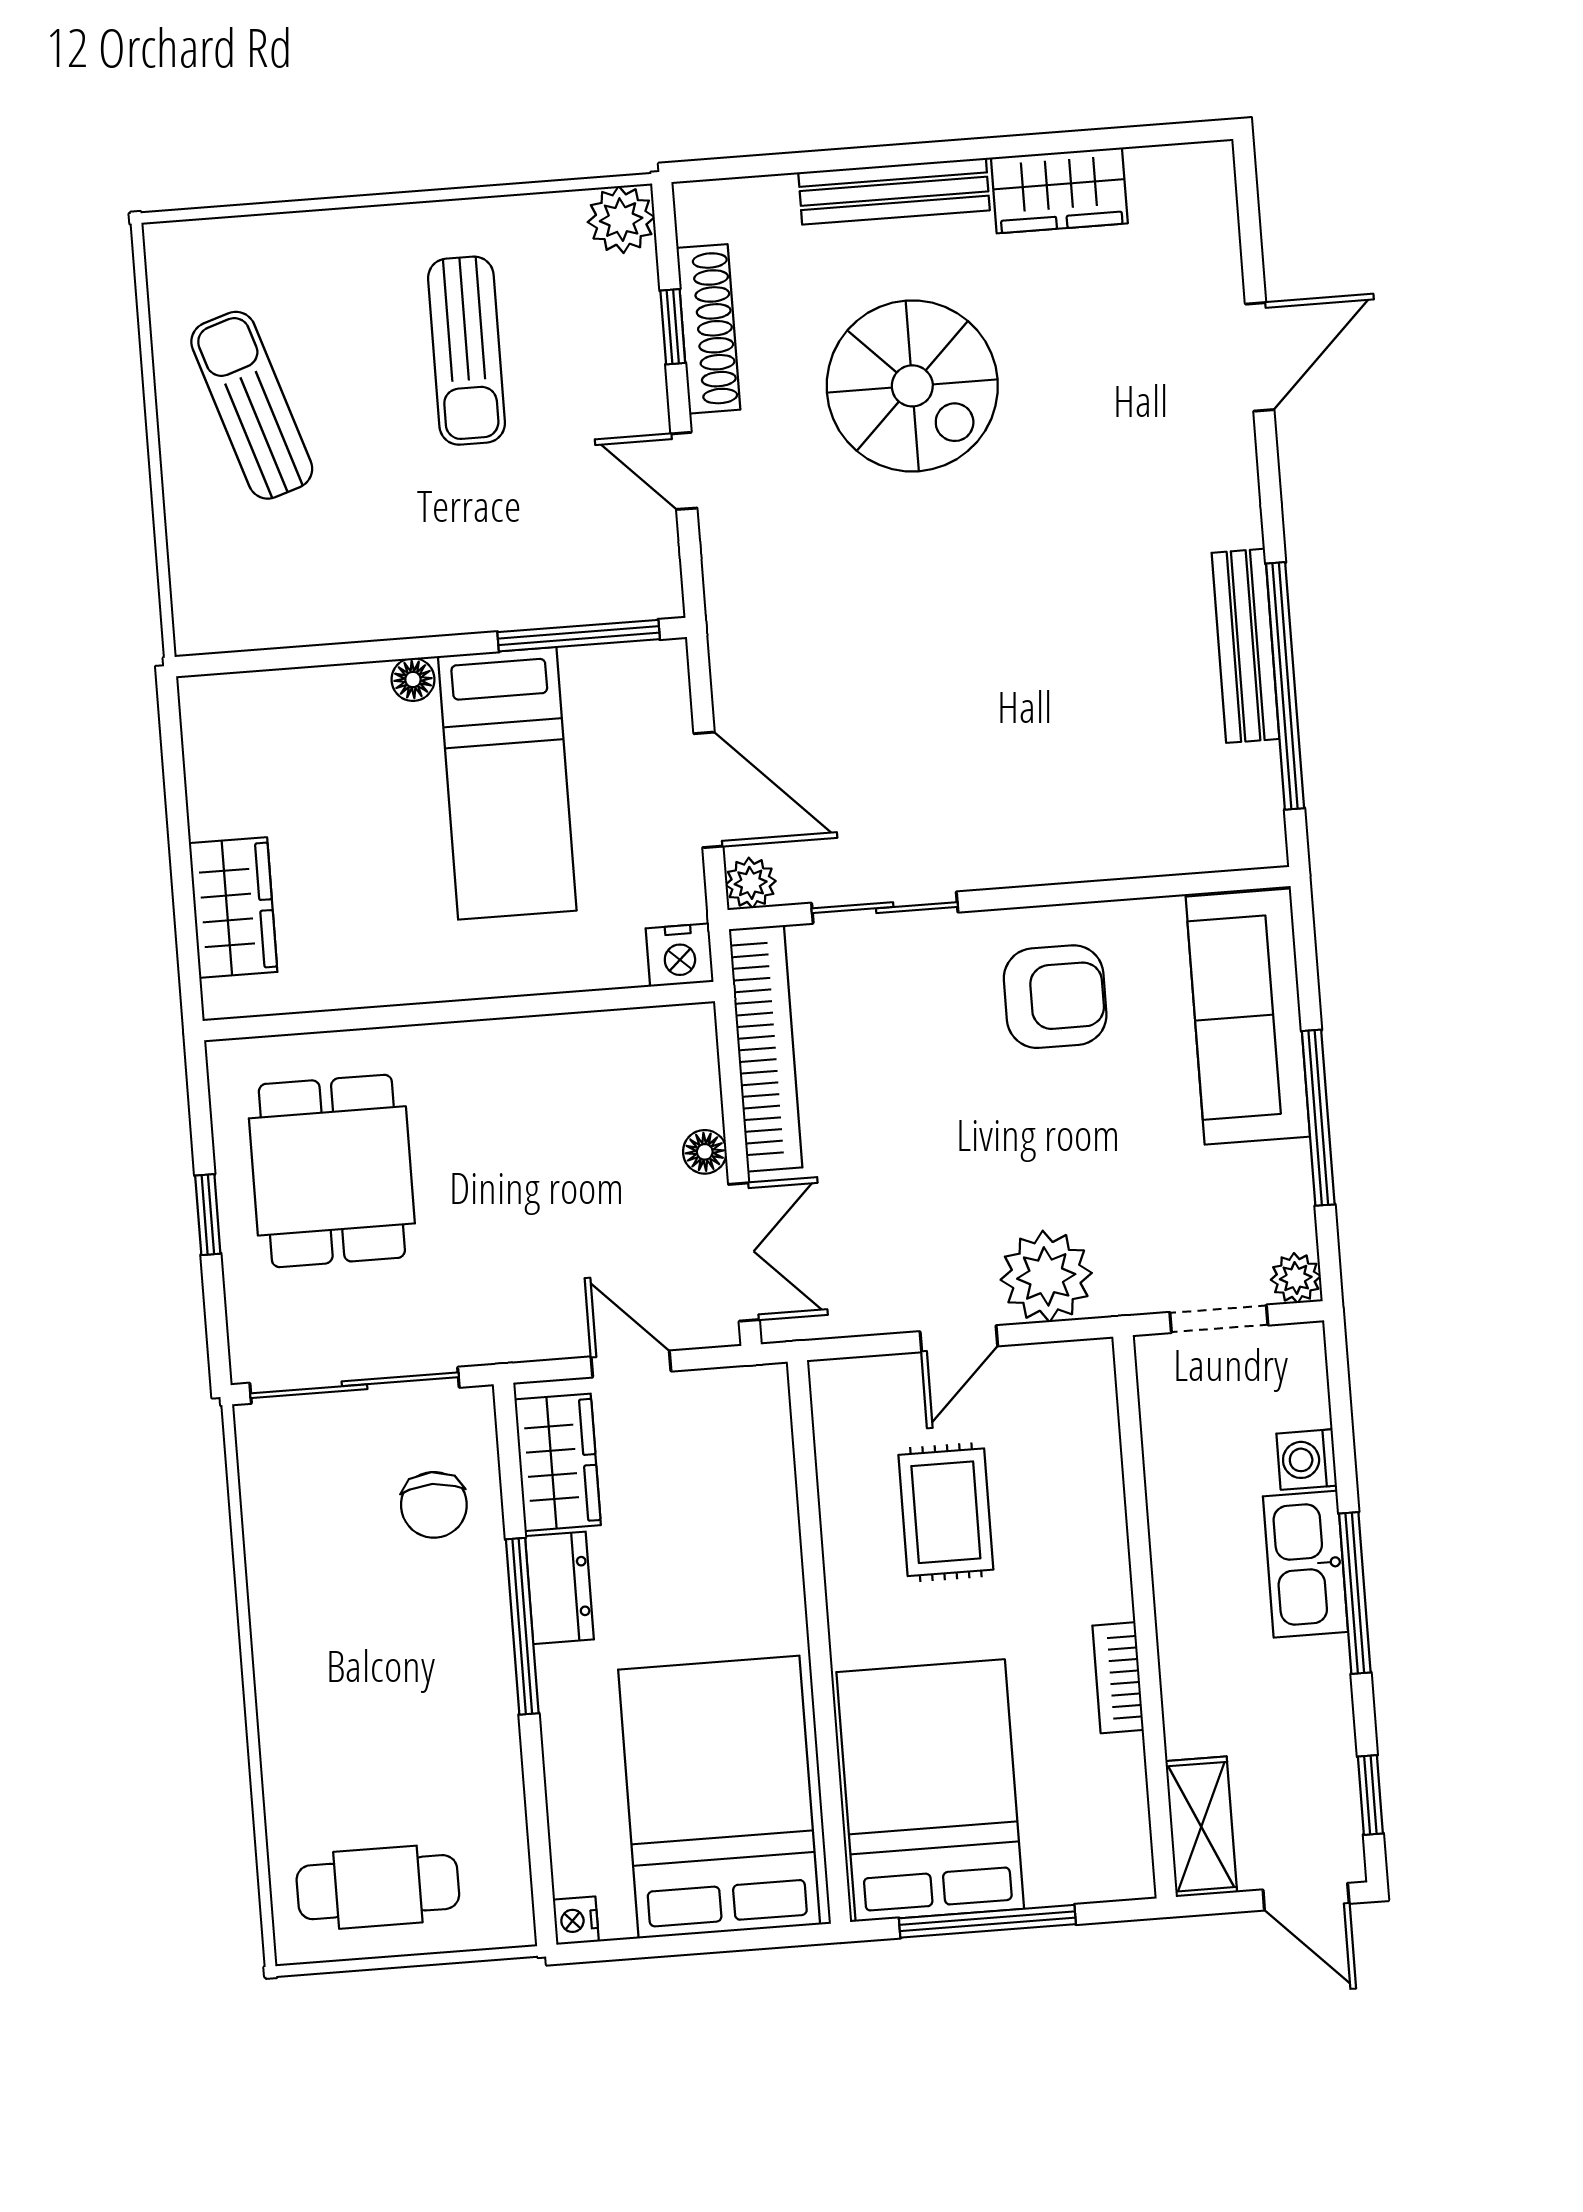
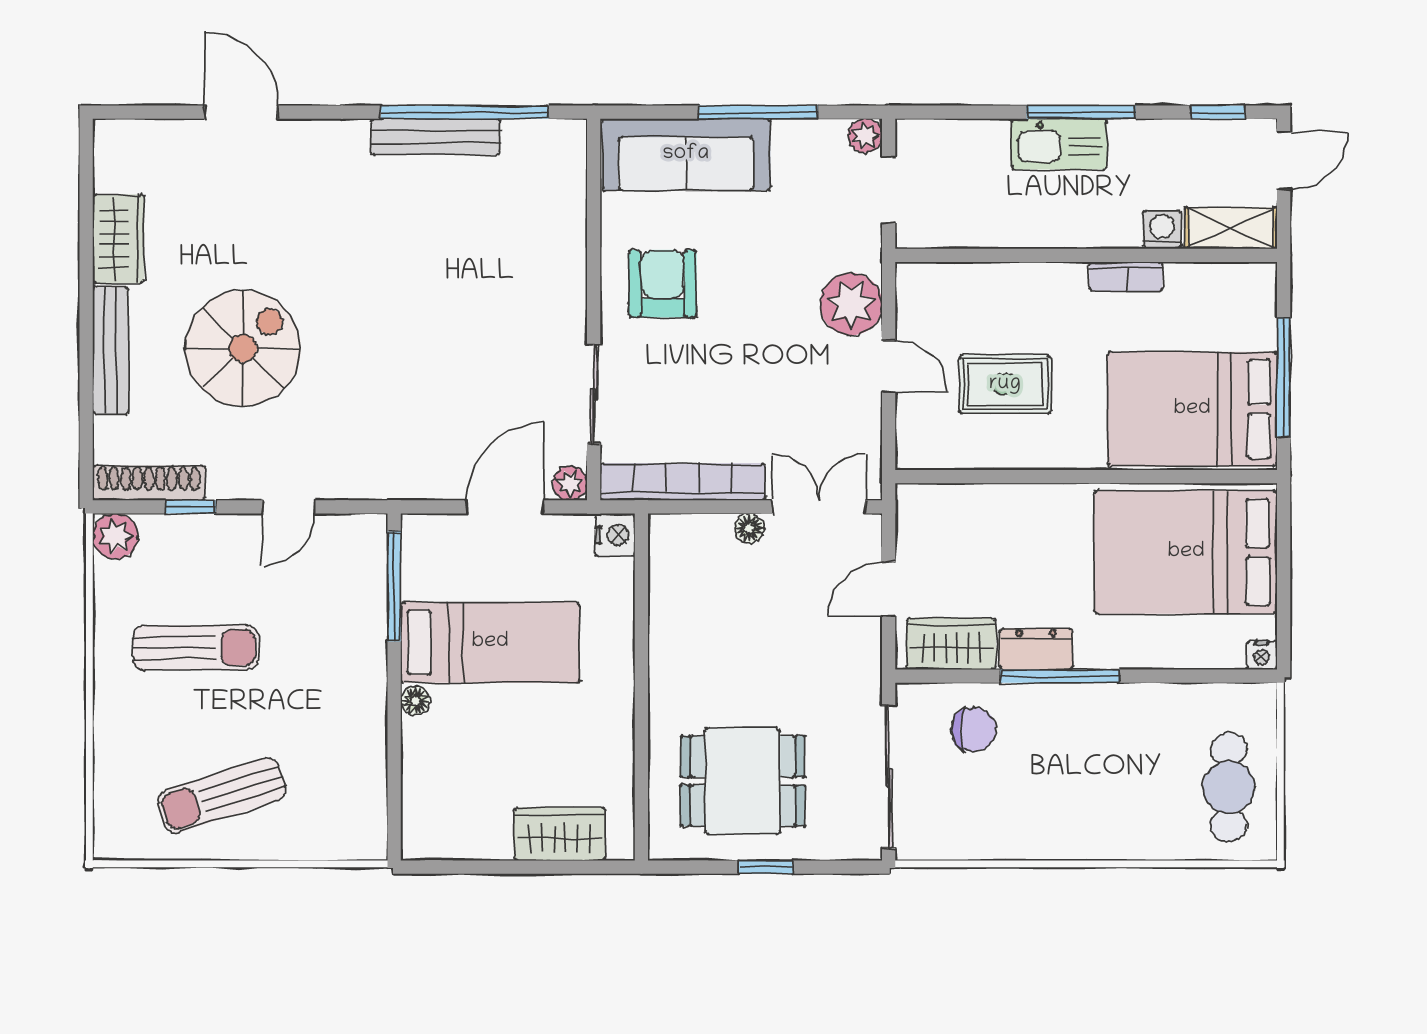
shoe rack: (708, 329) -> (149, 483), moved
washing machine: (1307, 1460) -> (1162, 230), moved, turned 180

